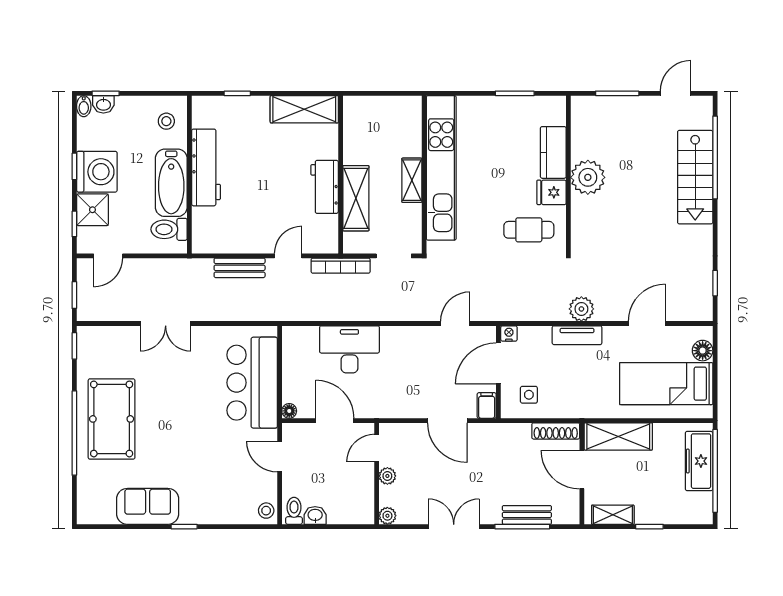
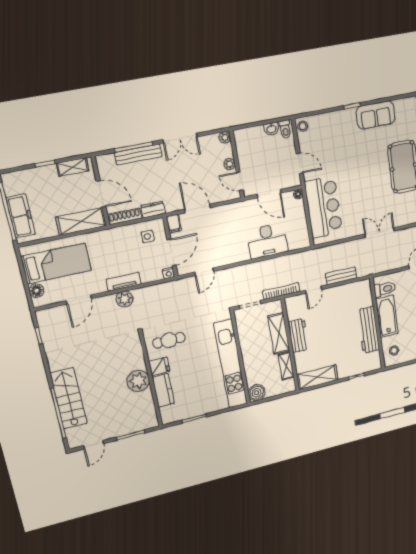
boiler: (408, 109) -> (257, 393), added
shelving: (412, 180) -> (286, 366), moved
dresser: (513, 432) -> (153, 210), added
door: (377, 448) -> (240, 181), swing flipped
bench: (527, 515) -> (138, 154), width x1.36

